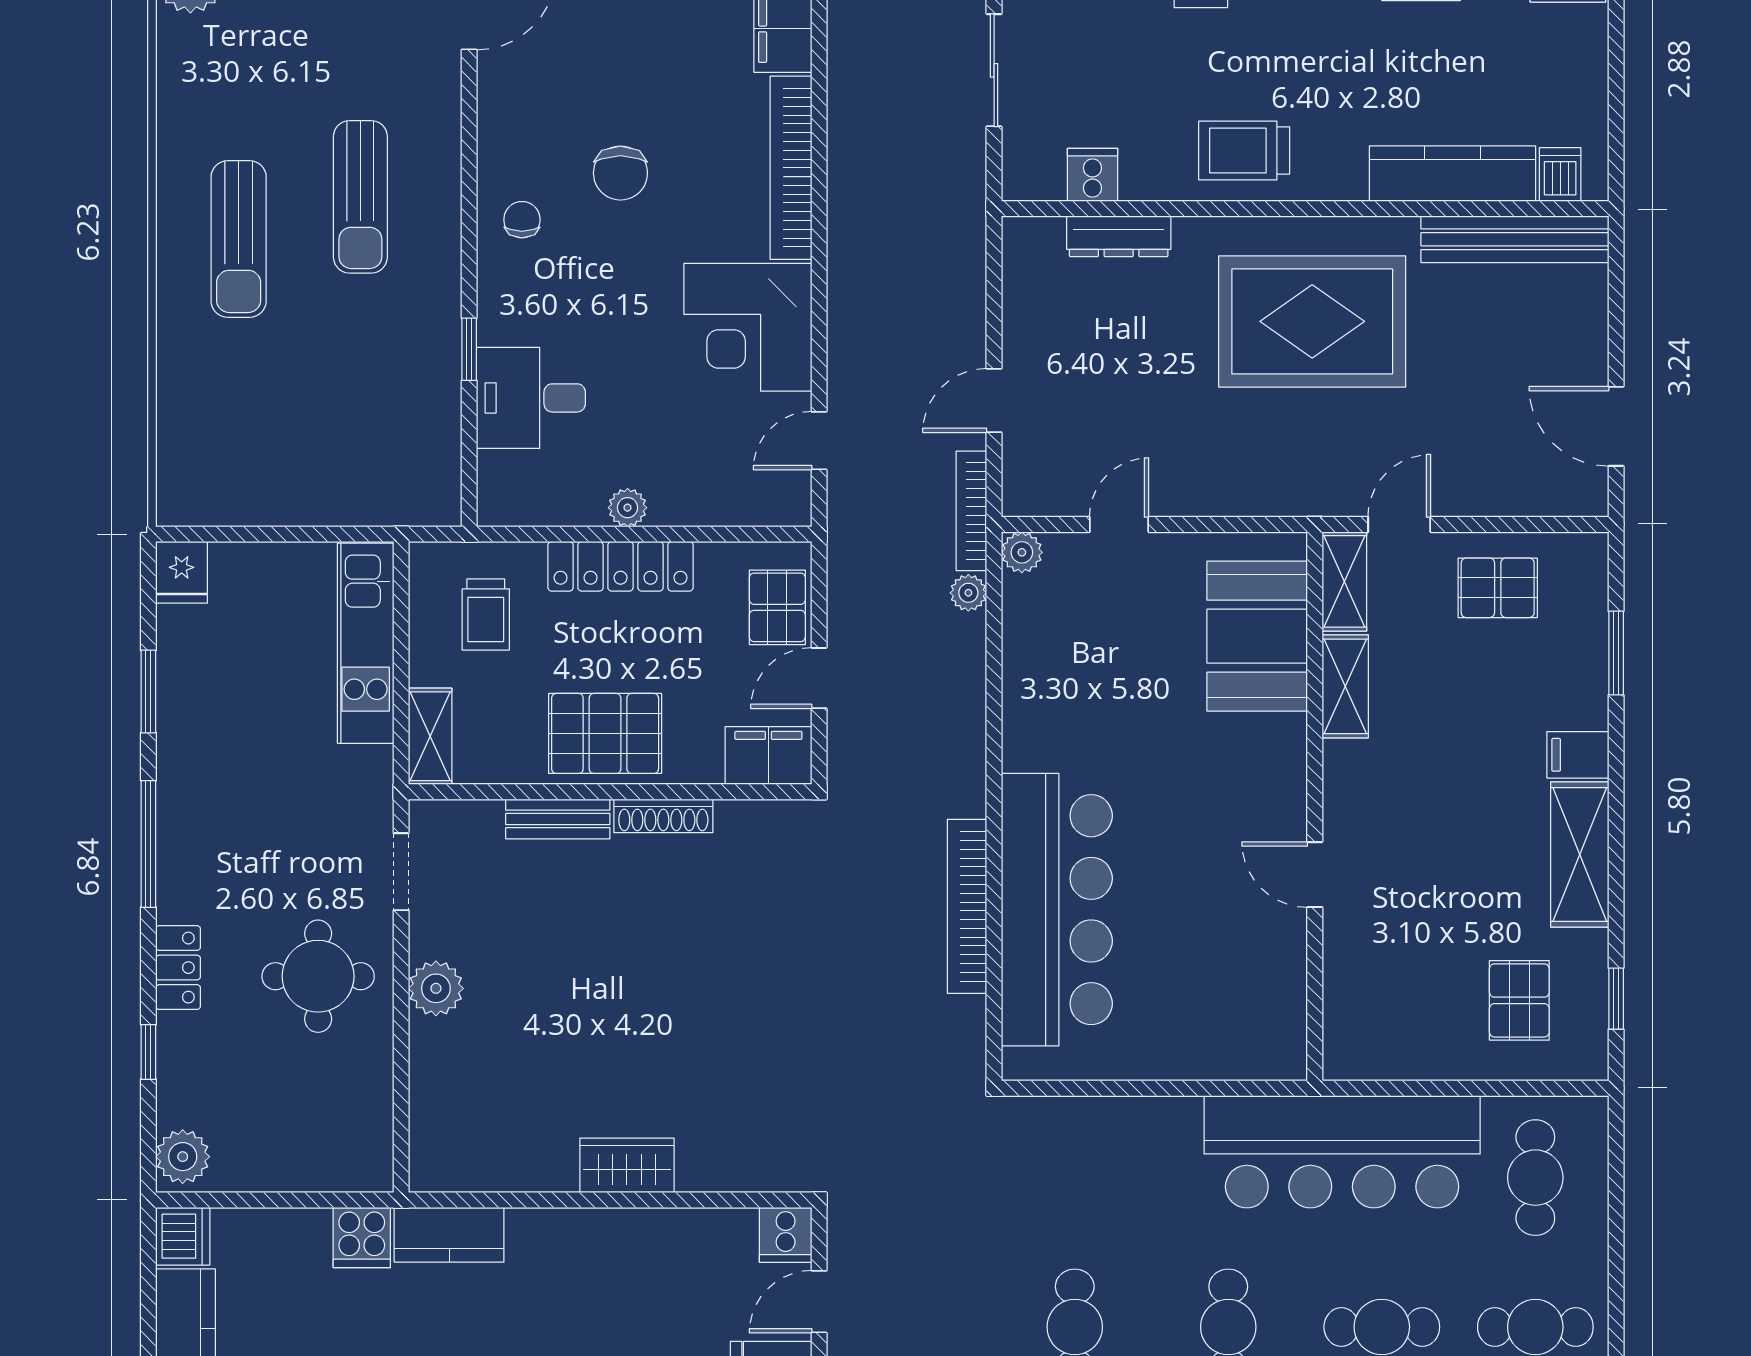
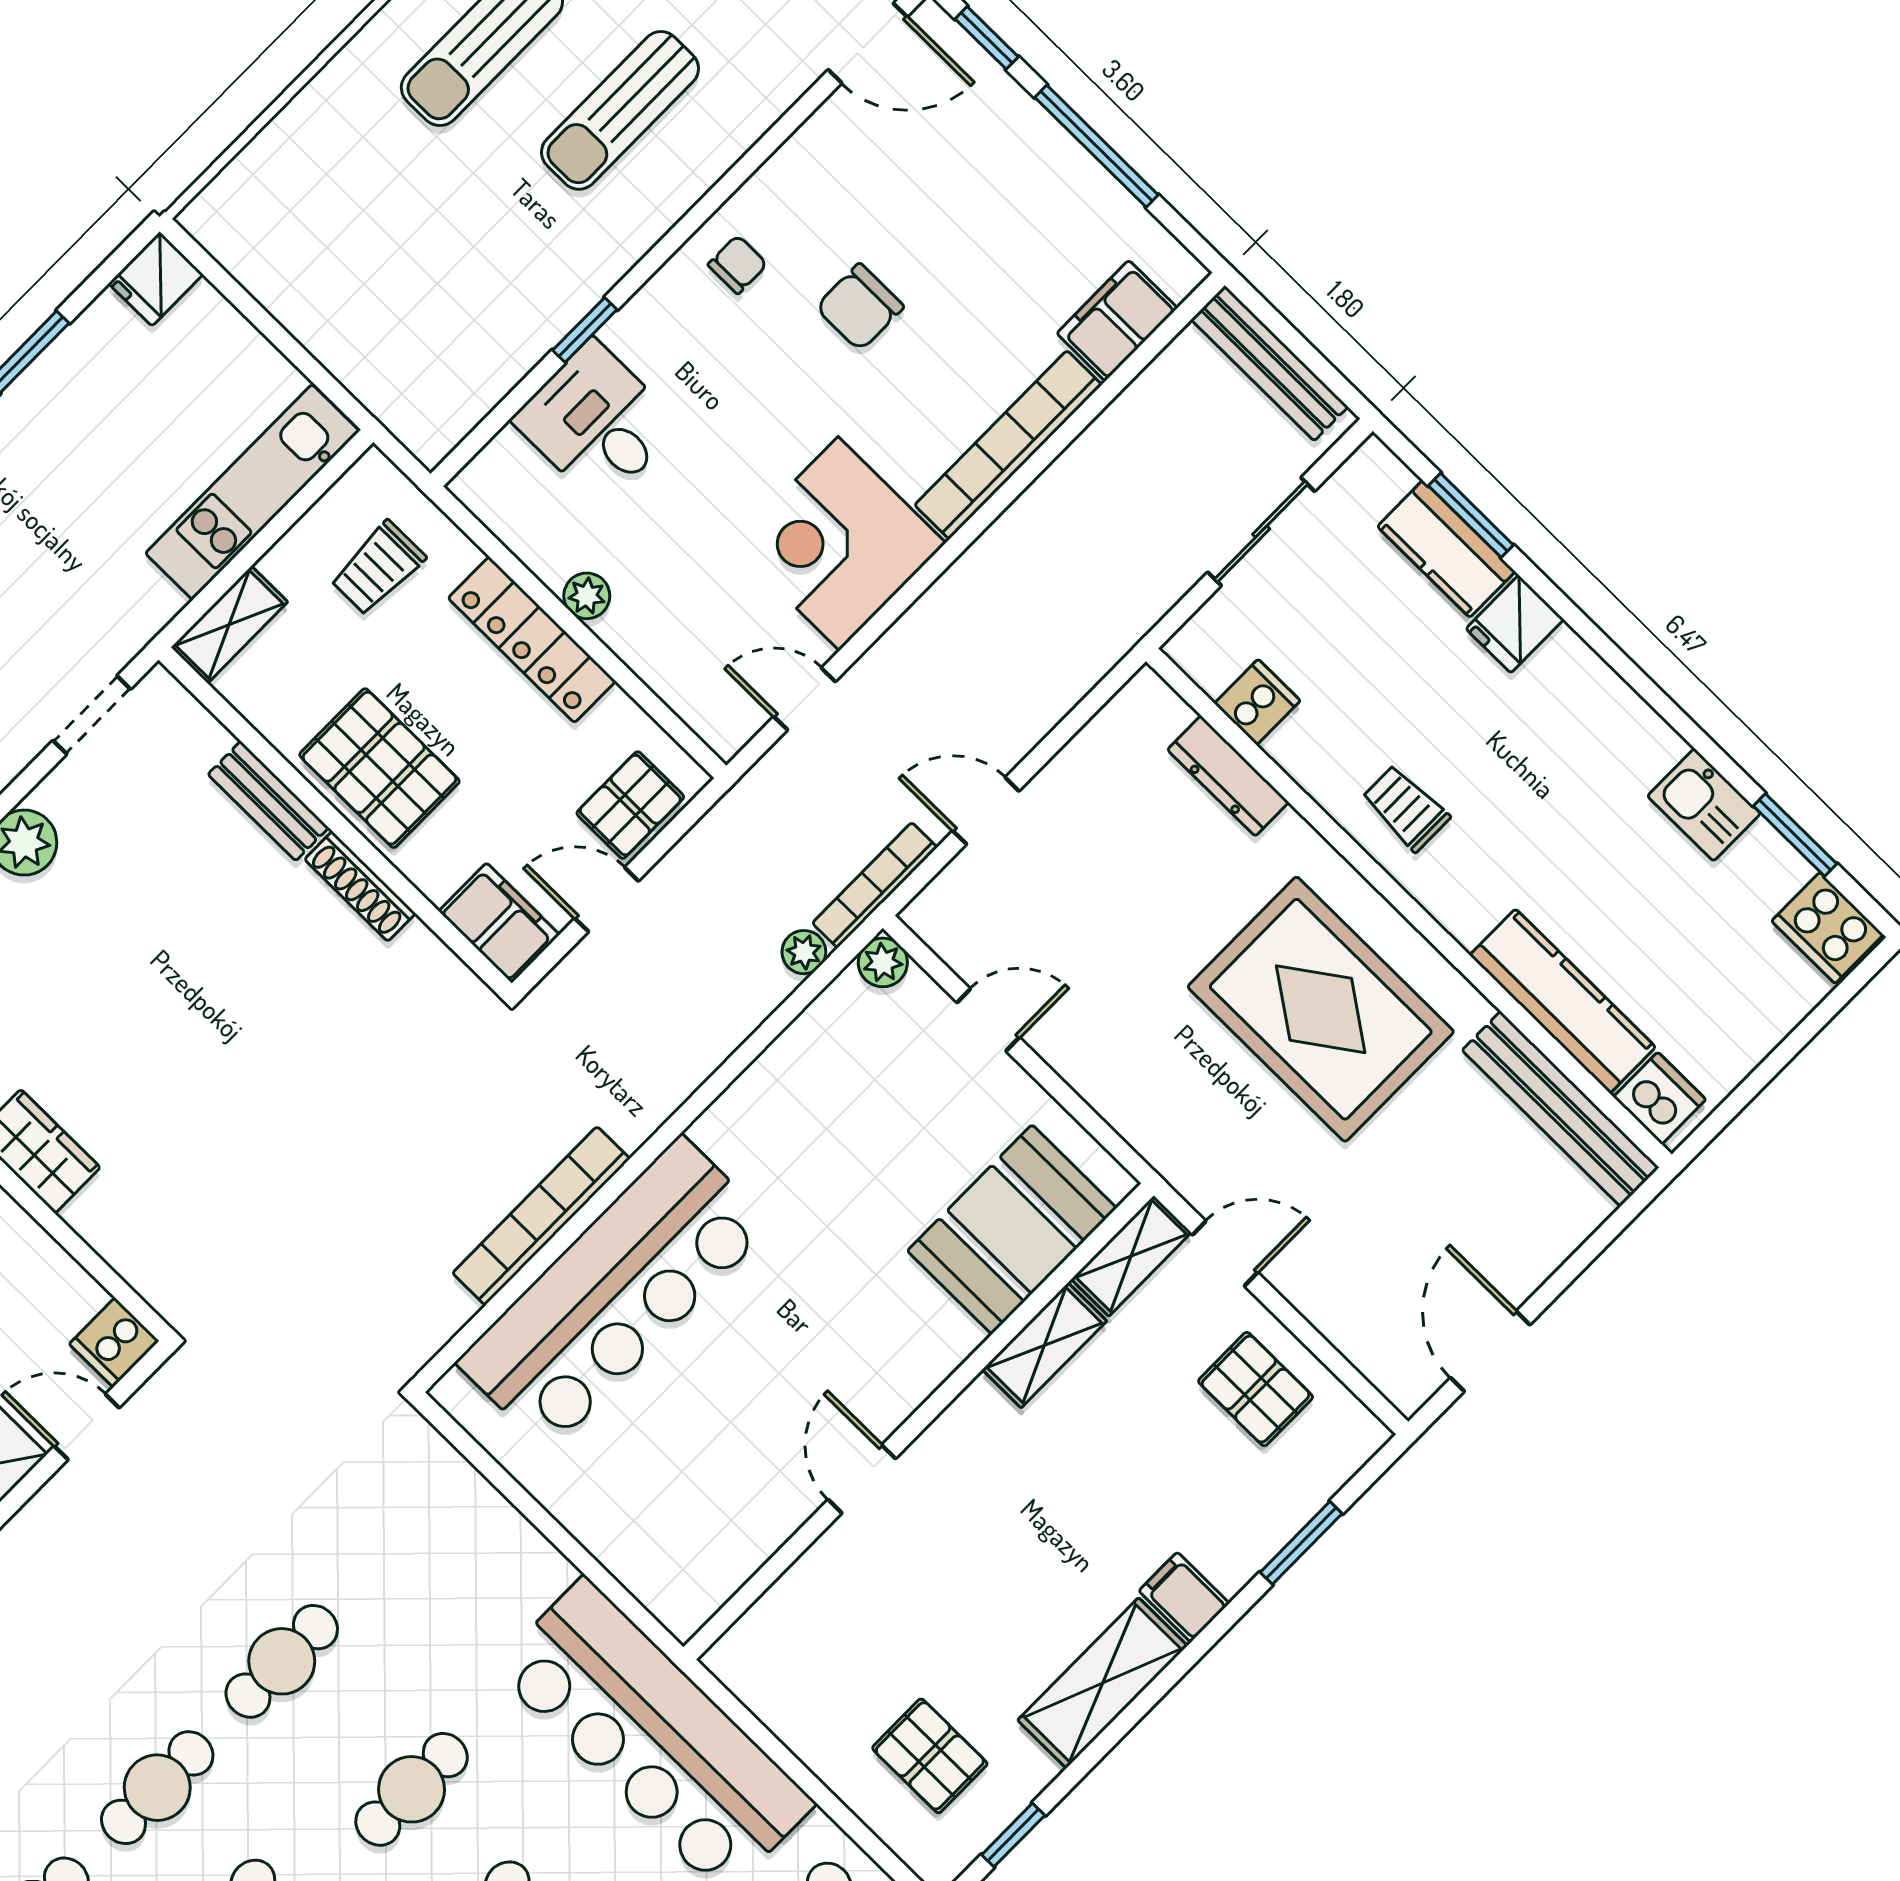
trolley: (1244, 151) -> (1406, 808), width x0.73, depth x0.72
dishwasher: (1560, 175) -> (1660, 1098), width x1.38
pallet: (1519, 1000) -> (930, 1756), turned 90

